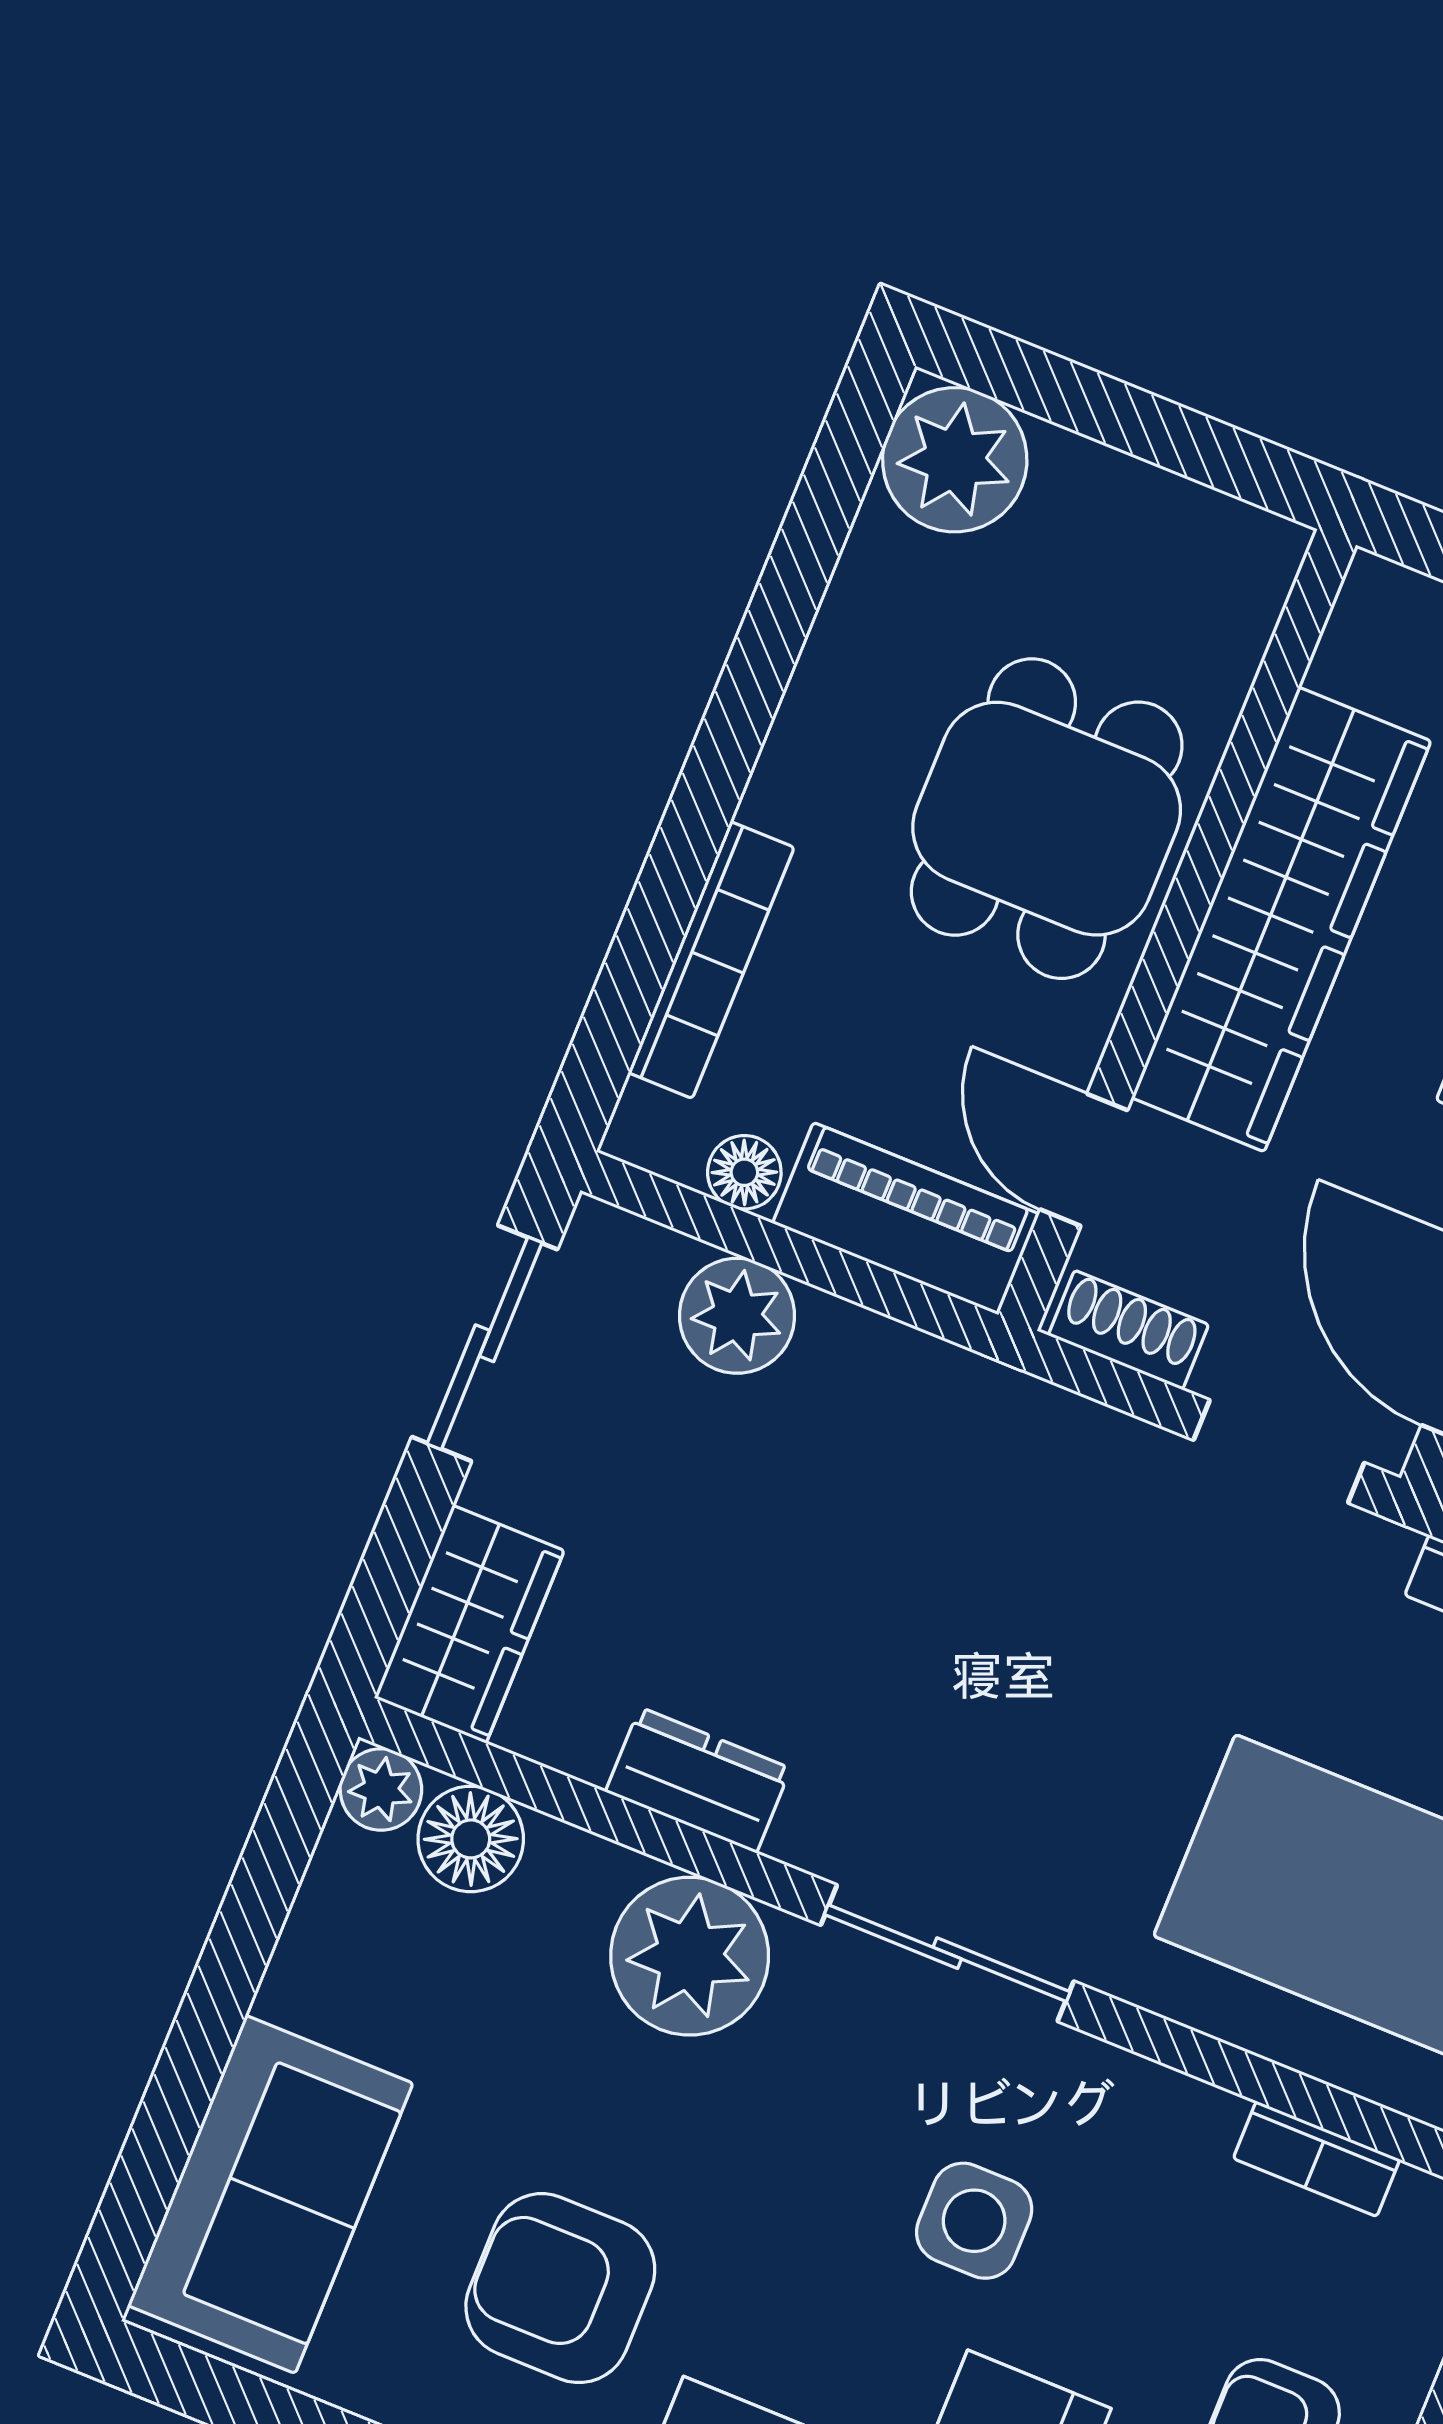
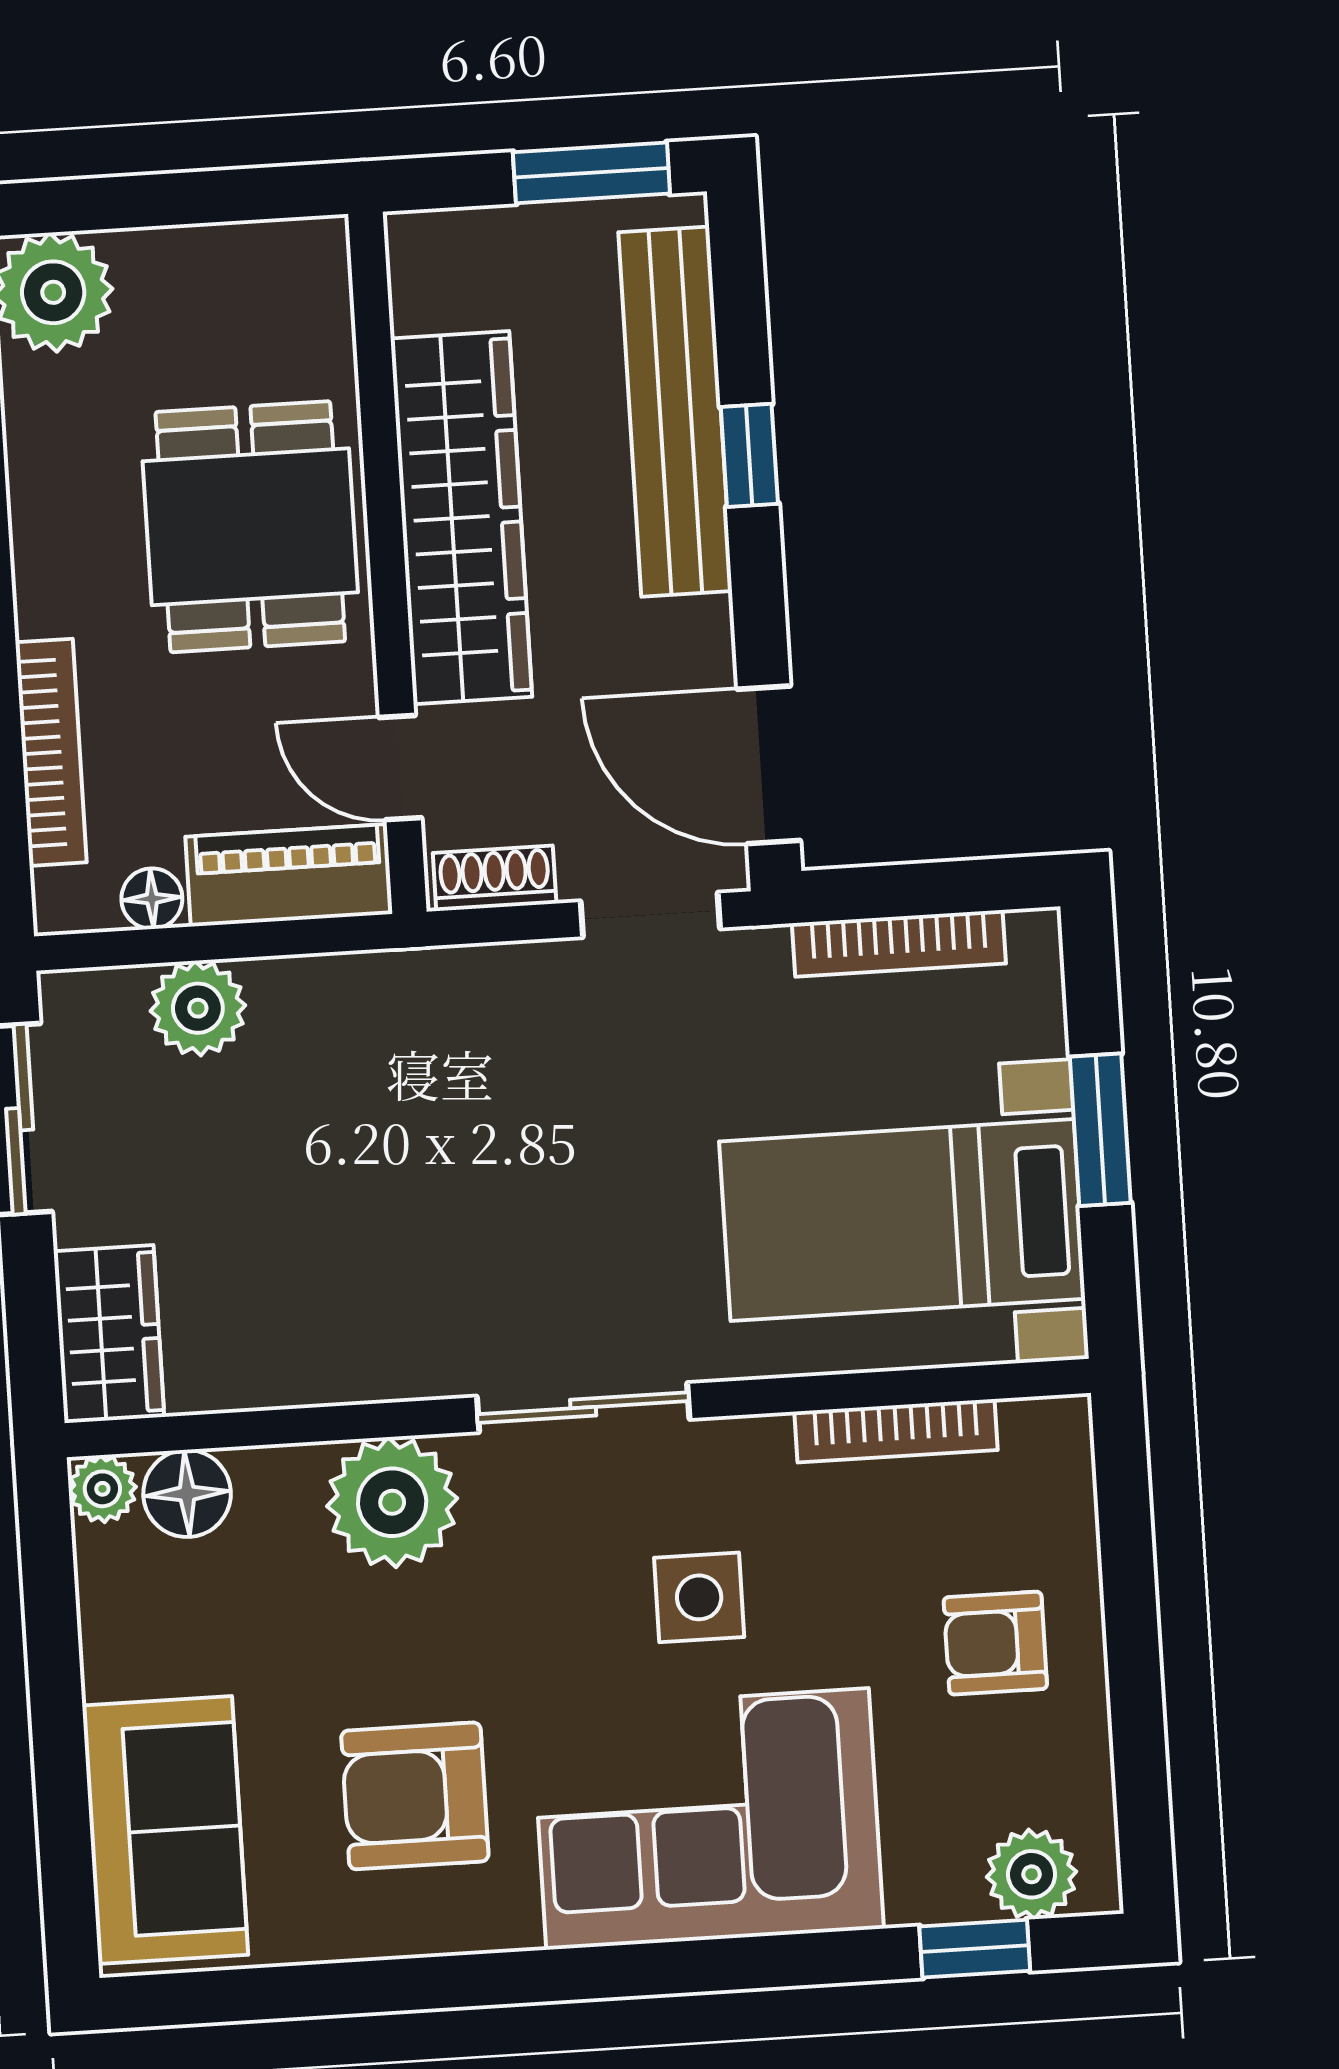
dresser: (698, 1780) -> (335, 1368), removed
bookcase: (1317, 2159) -> (896, 1431), width x1.56

